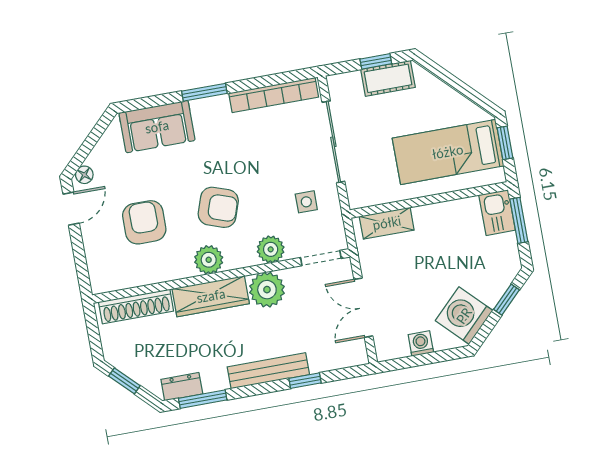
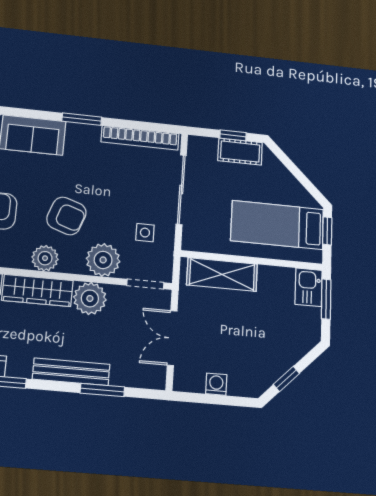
shelving: (387, 223) -> (222, 274), width x1.50, depth x1.33
plant: (271, 249) -> (103, 260), width x1.36, depth x1.36
window: (506, 300) -> (286, 379), moved
washing machine: (464, 316) -> (261, 369), removed
window: (305, 381) -> (102, 390), width x1.50

